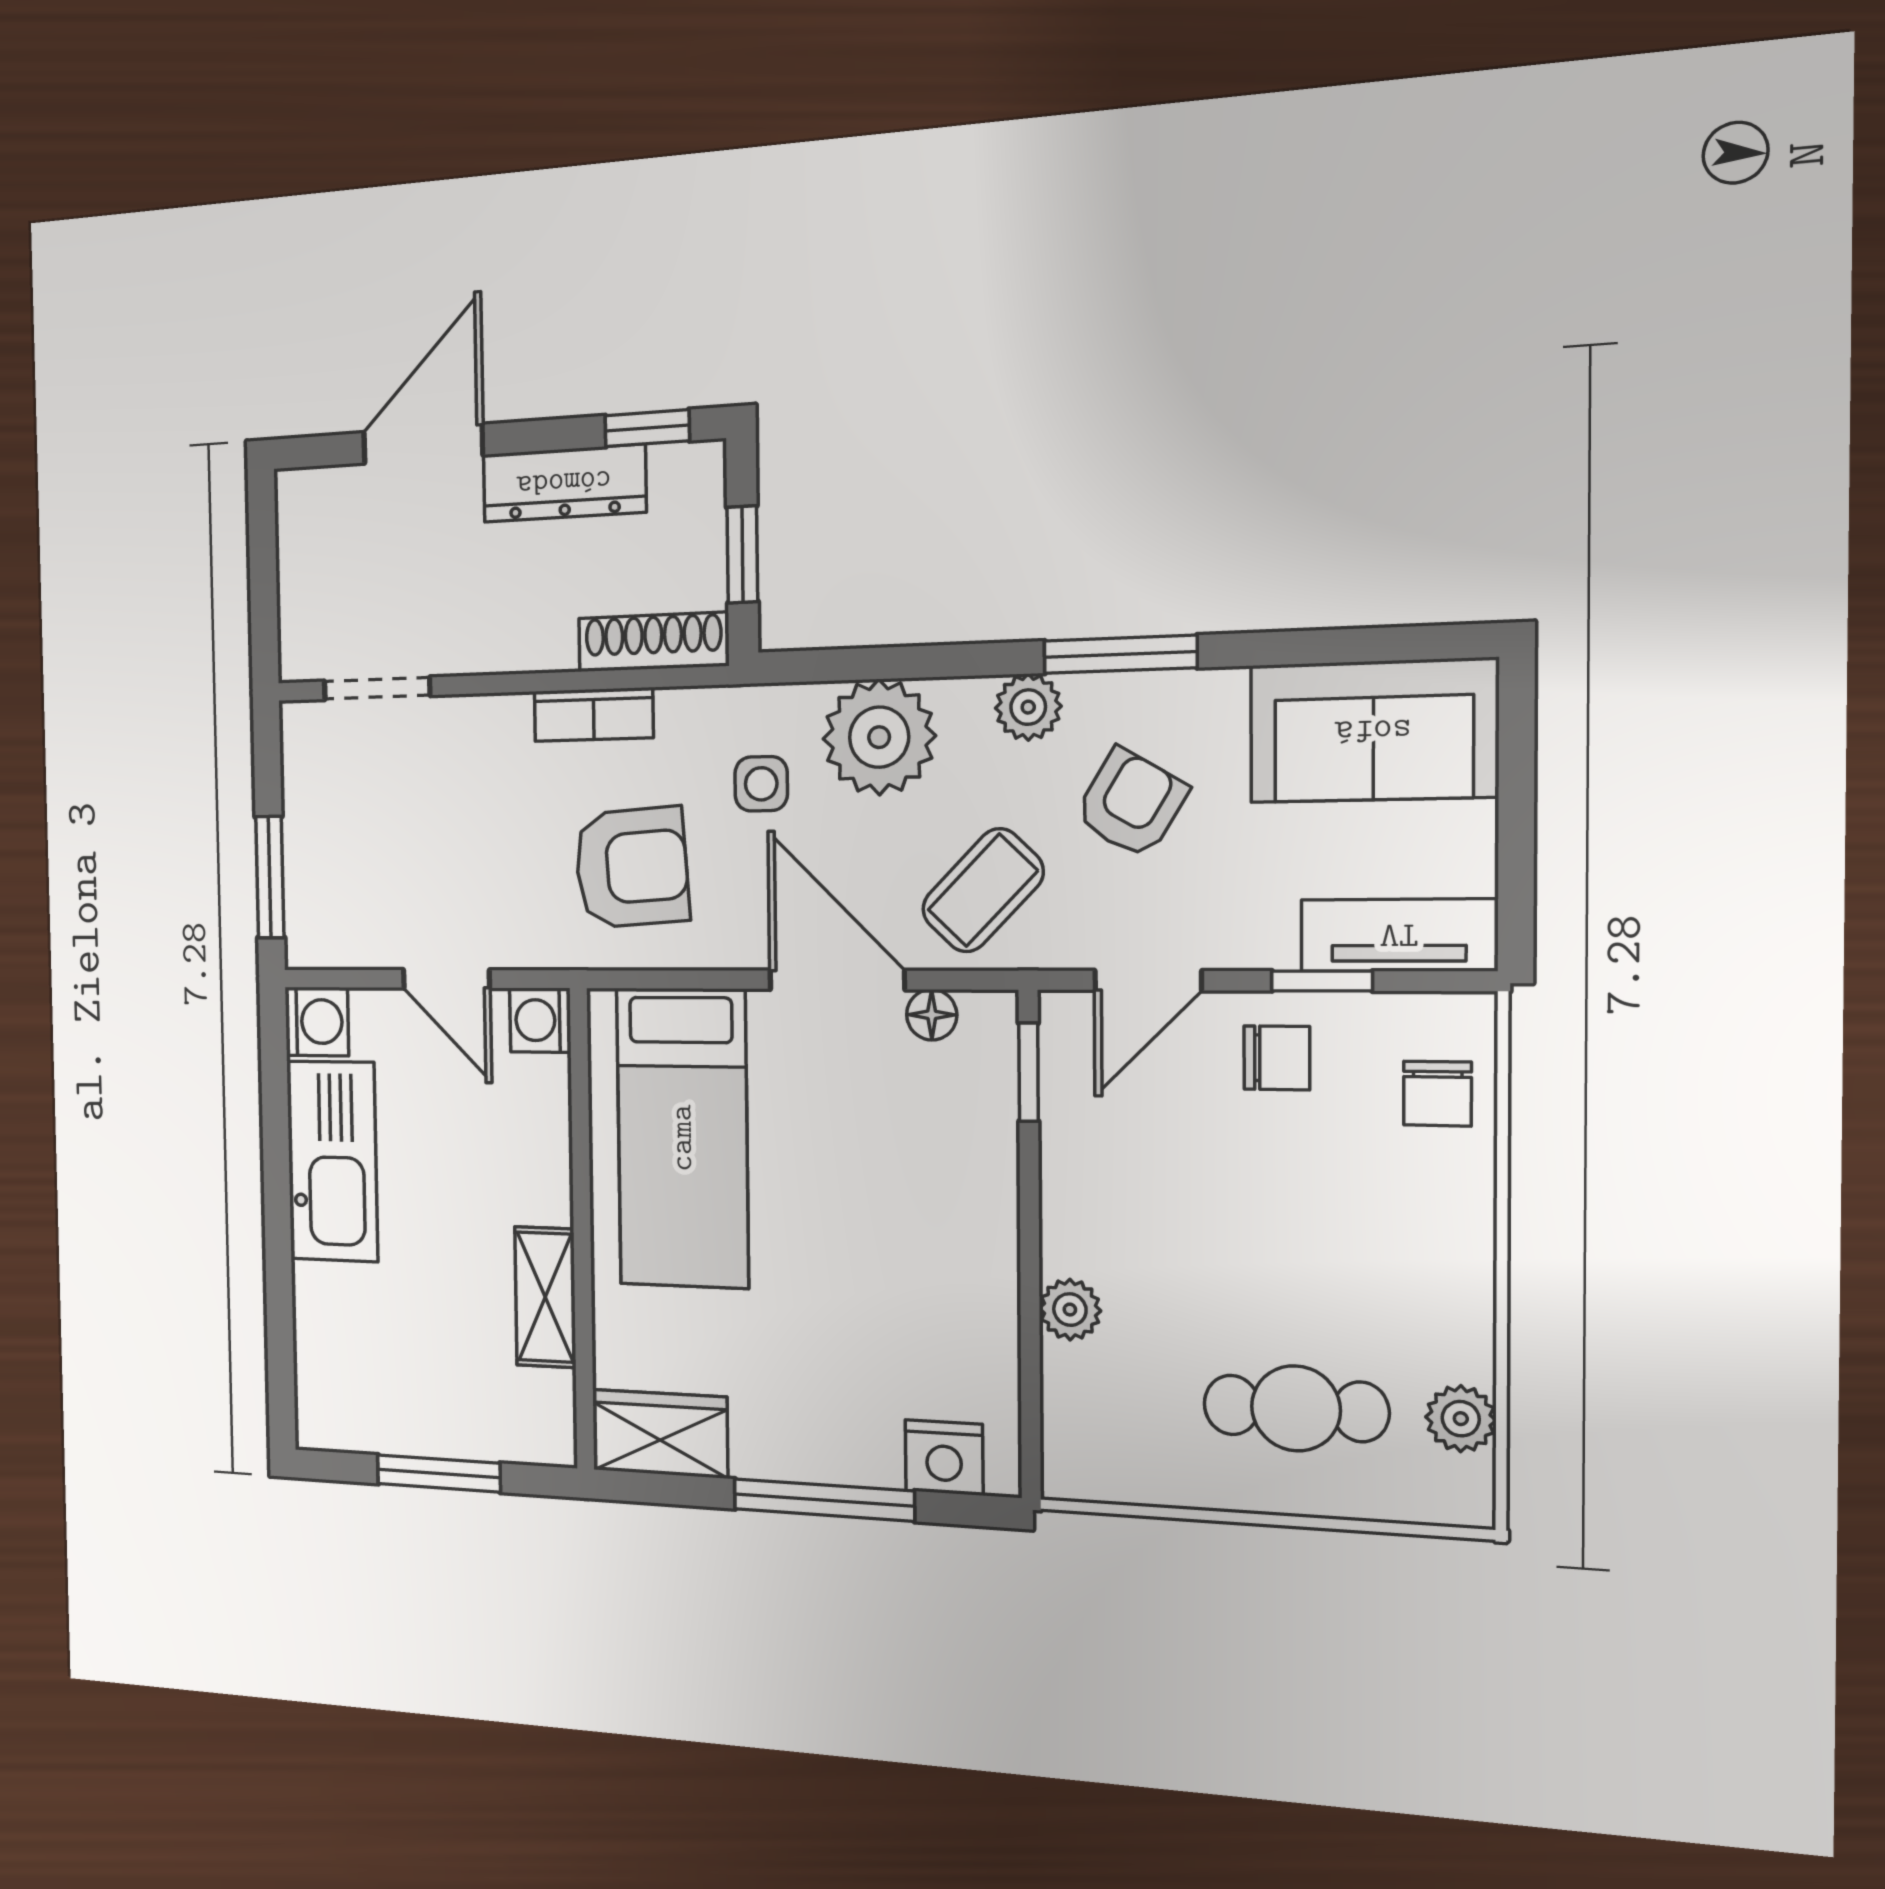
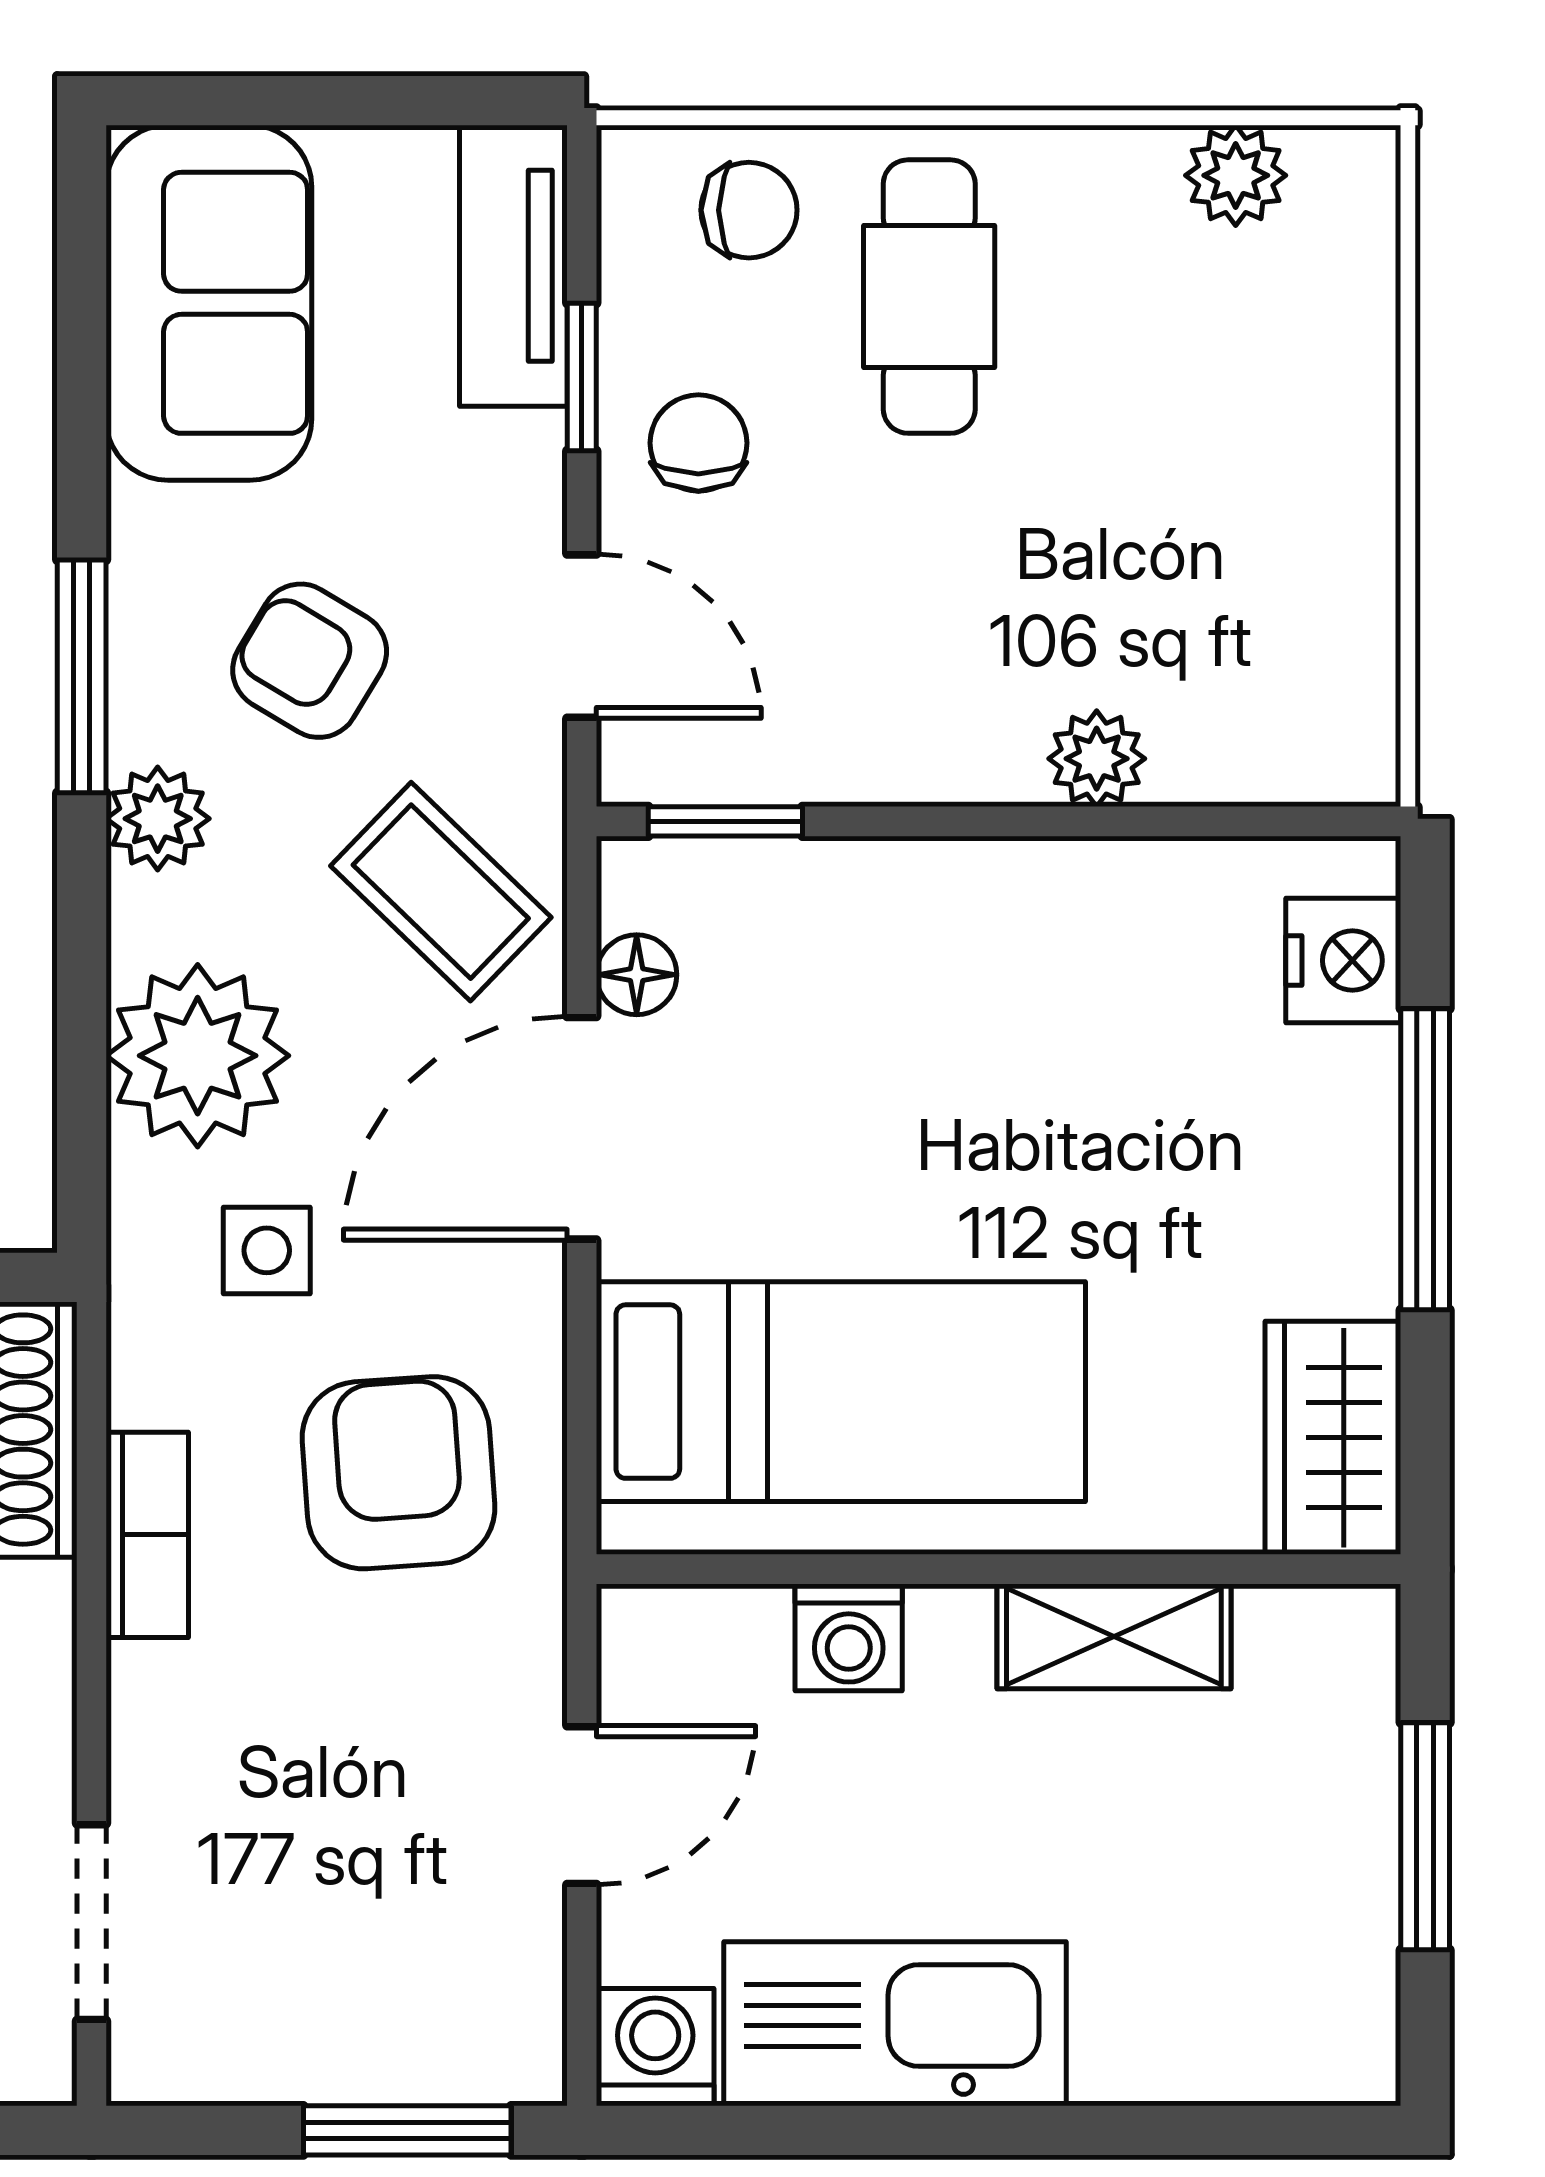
washing machine: (540, 1020) -> (849, 1637), moved
cafe table: (1296, 1408) -> (929, 297), moved

